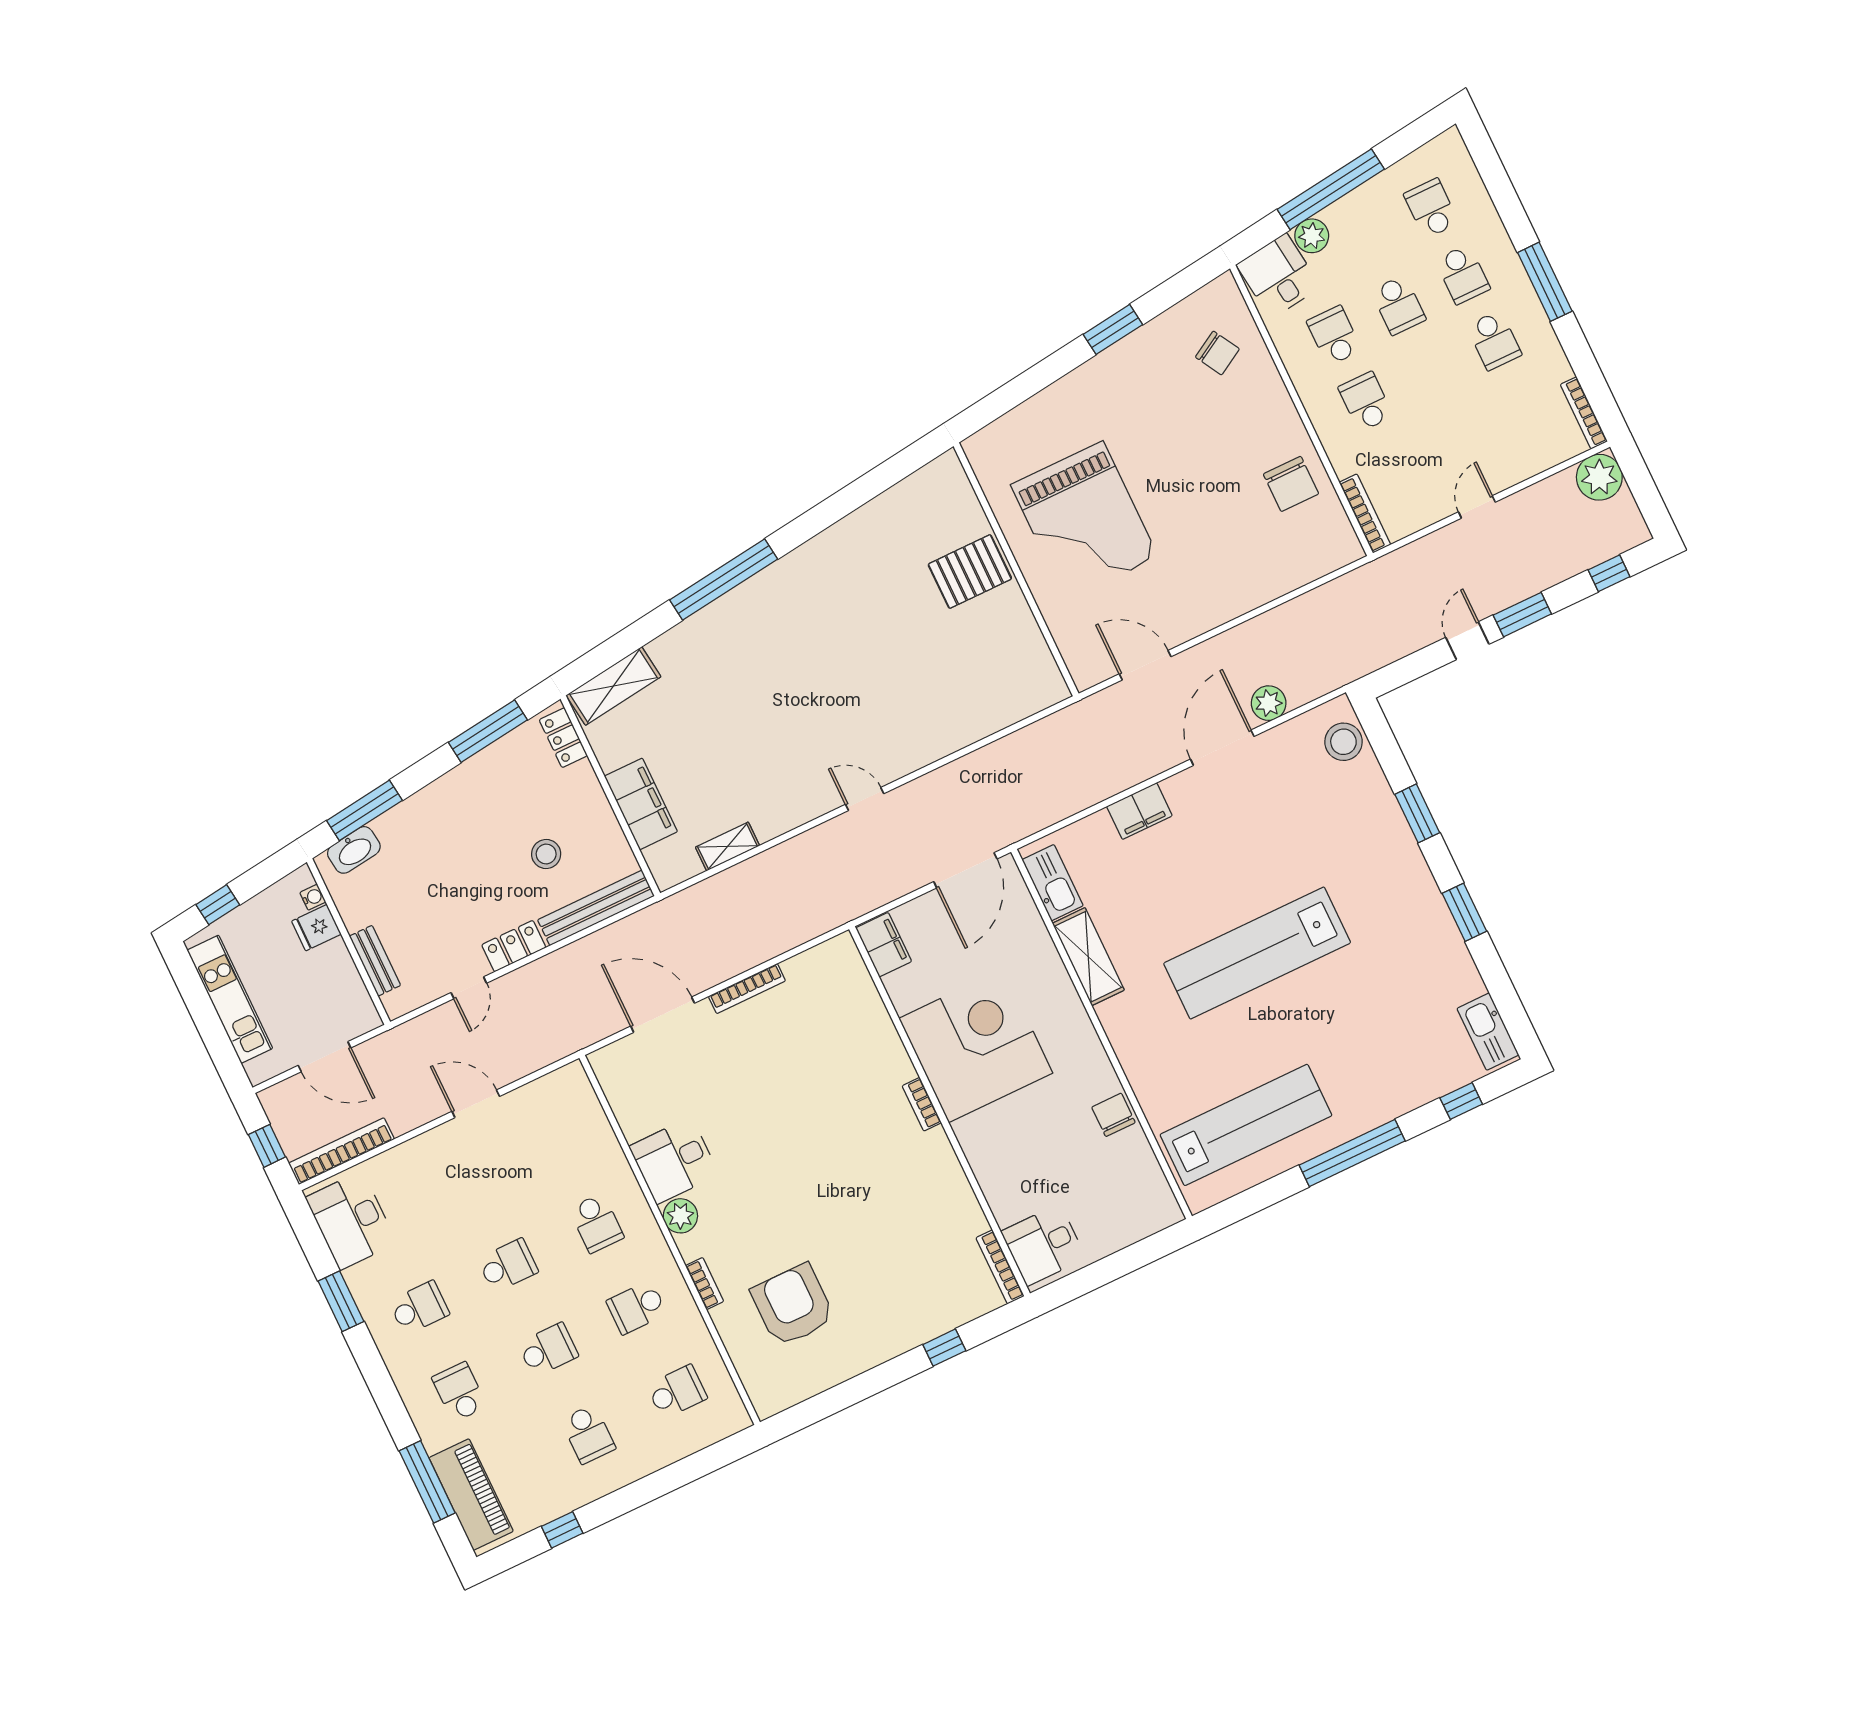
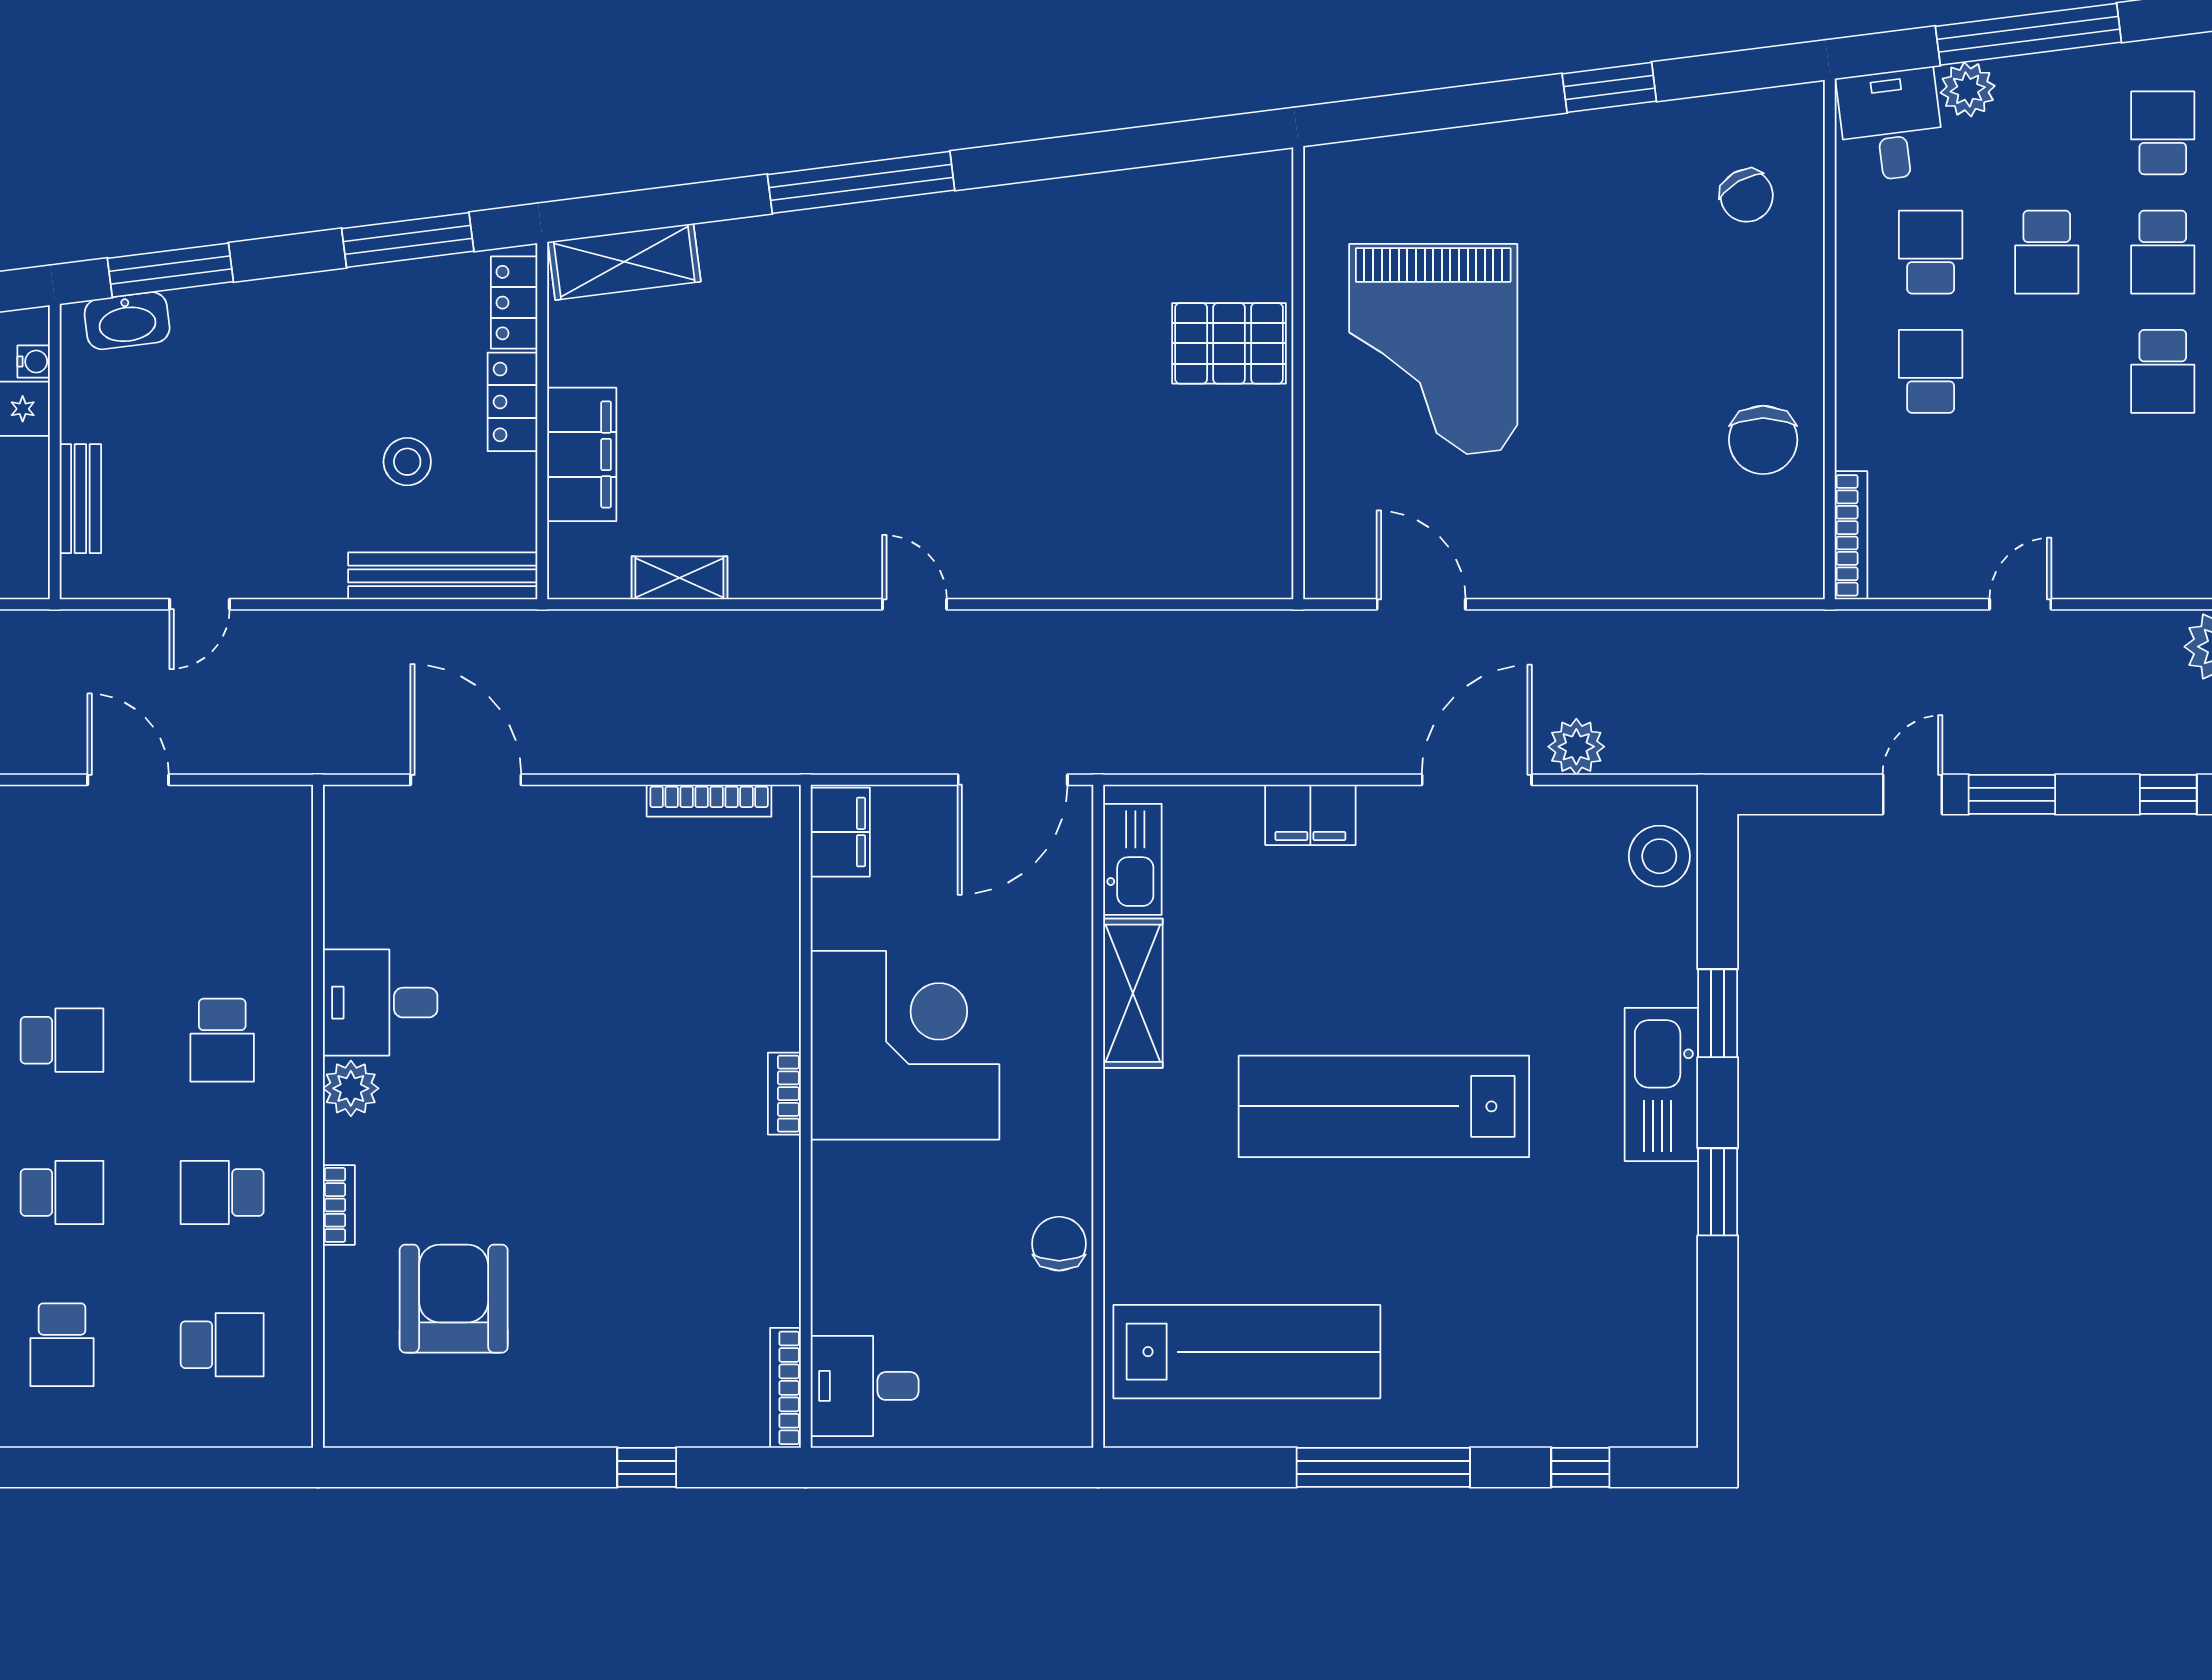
locker: (514, 946) -> (513, 402), moved, turned -90
bookcase: (747, 989) -> (709, 801), moved
kitchen sink: (1488, 1032) -> (1661, 1084), moved, width x1.36, depth x1.24

